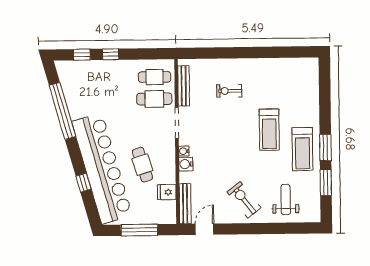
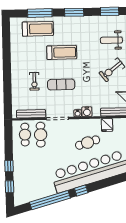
window: (325, 100) -> (40, 13), added
exercise mat: (224, 128) -> (61, 85), added
treadmill: (302, 149) -> (38, 29), moved
window: (83, 183) -> (81, 191), moved
window: (326, 183) -> (110, 11), moved

